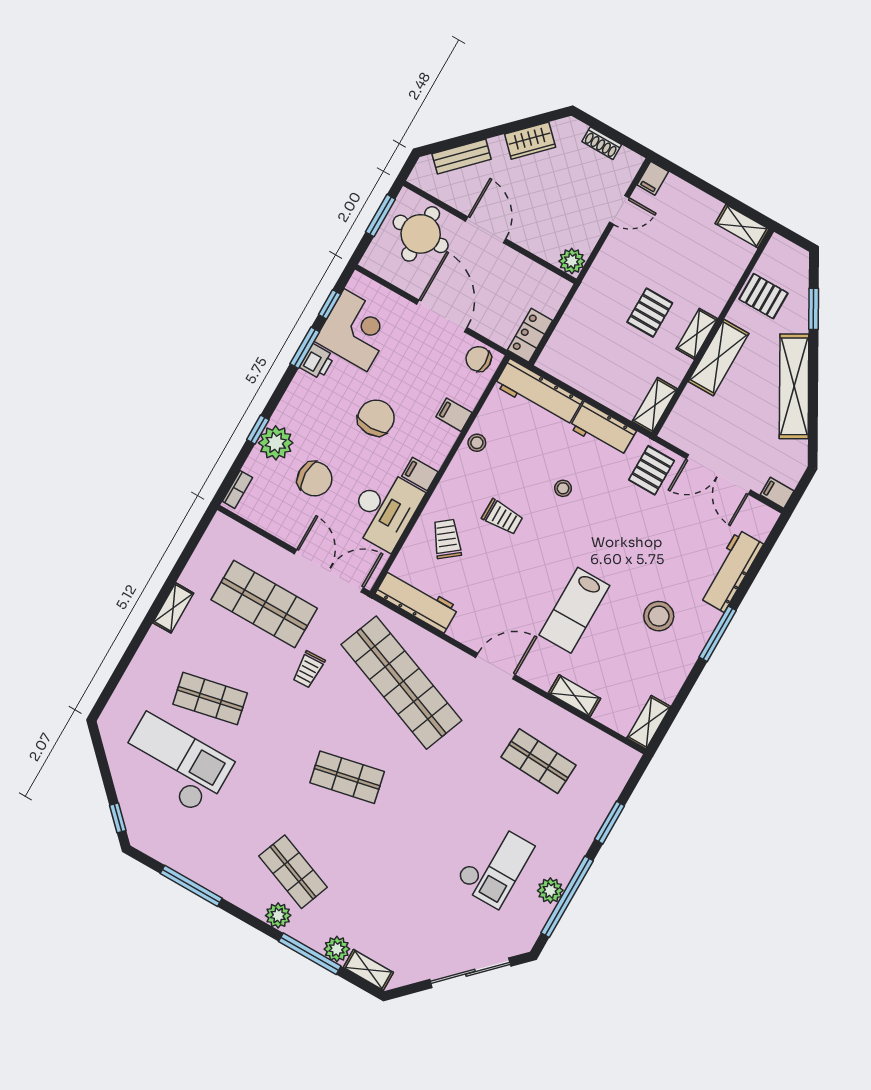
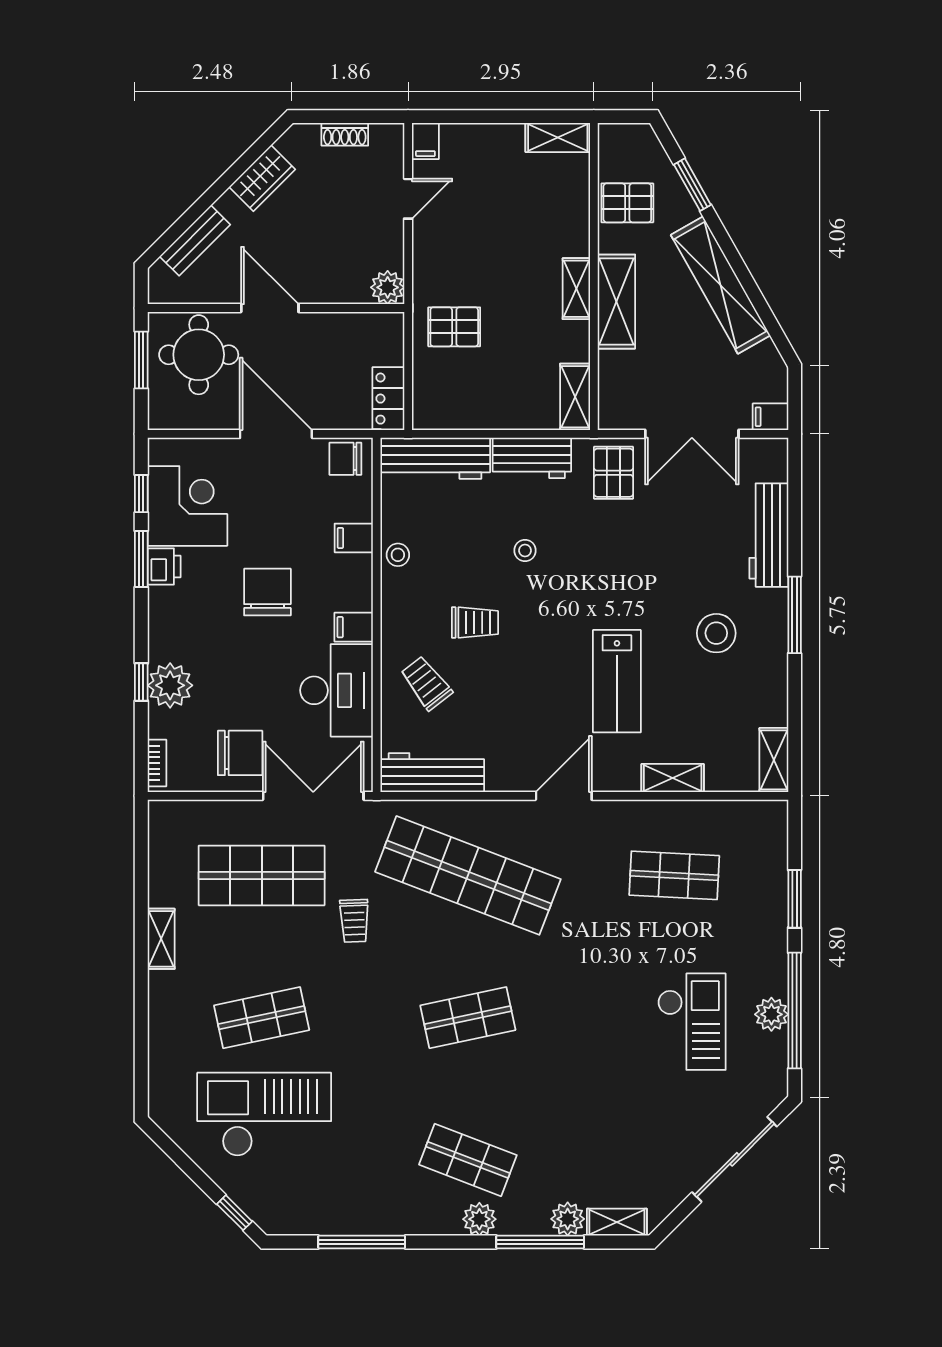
pallet: (650, 313) -> (454, 327), moved, turned 90
chair: (315, 479) -> (240, 753), moved

